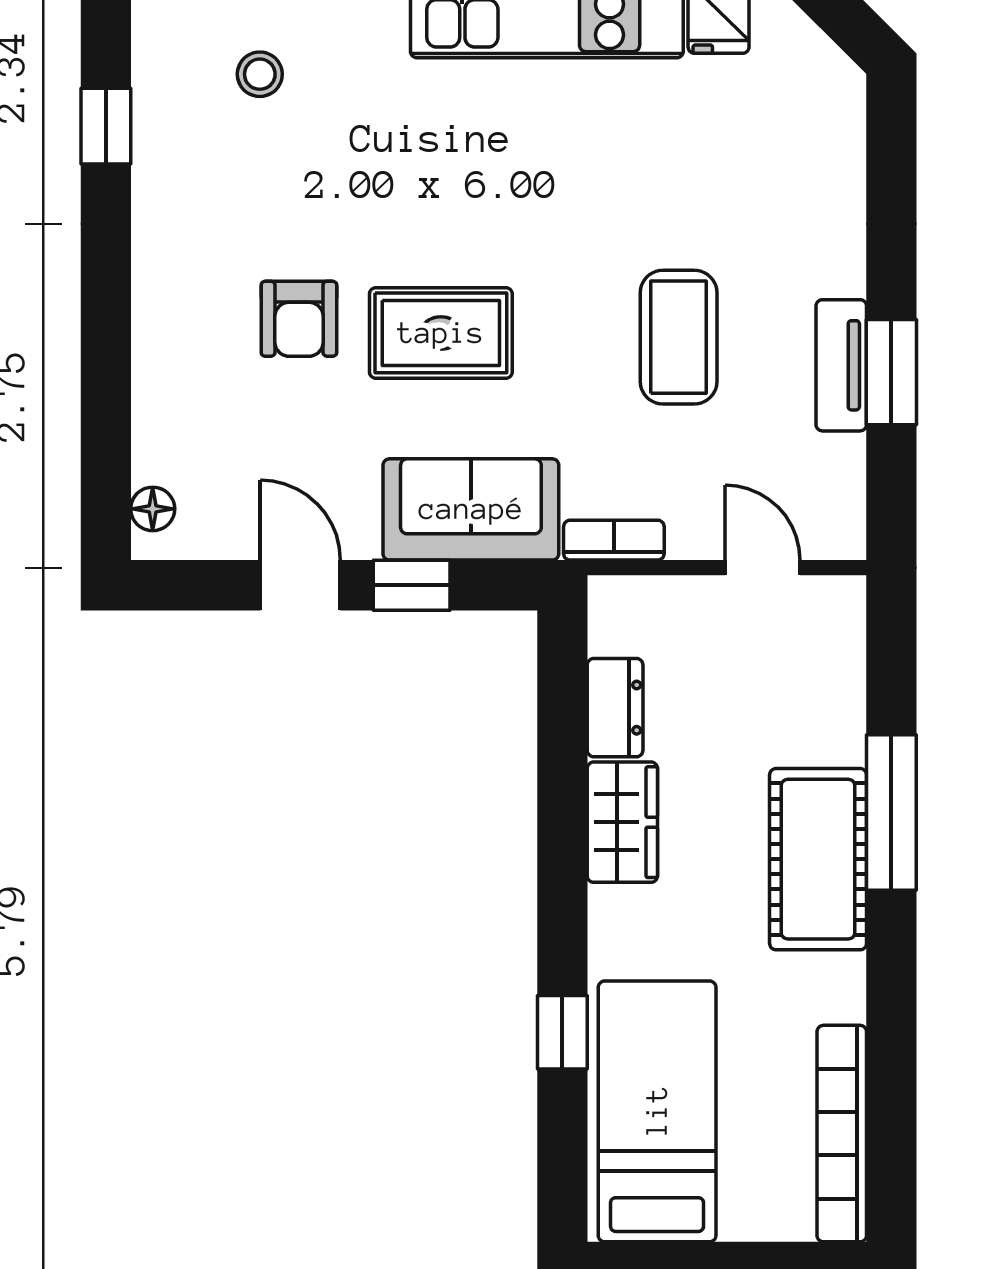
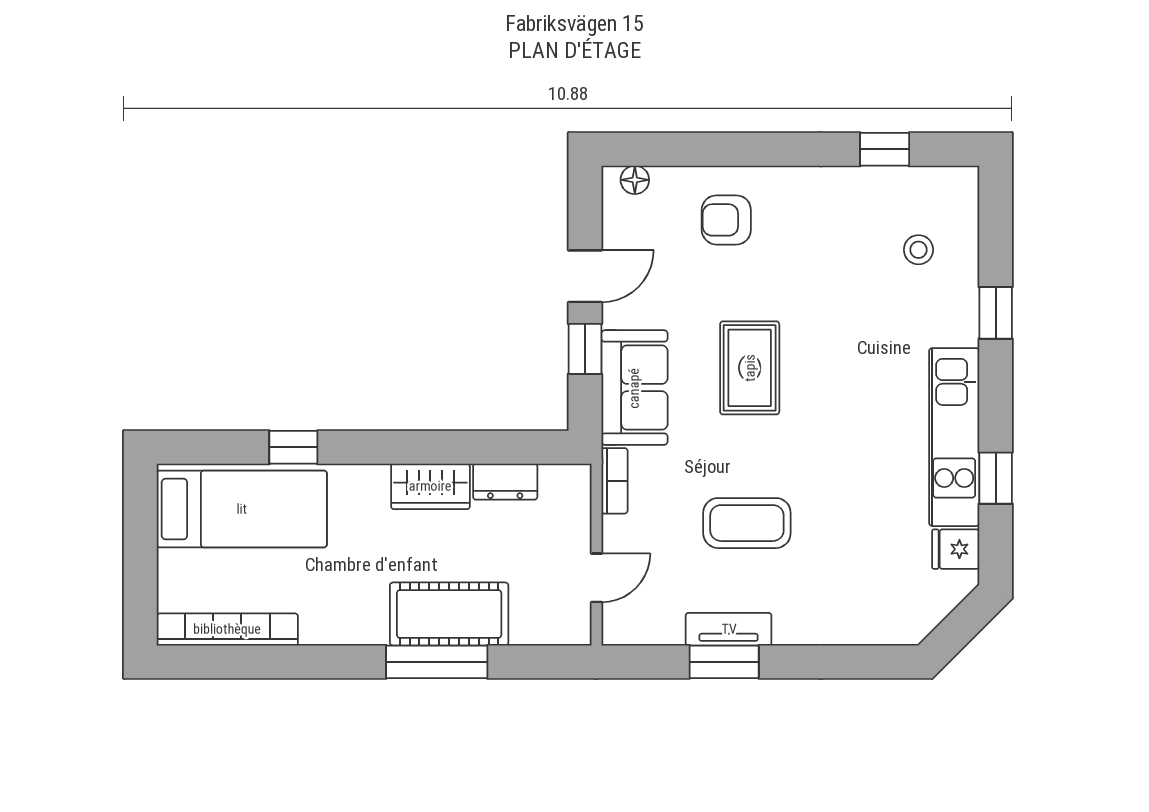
armchair: (299, 319) -> (726, 220), moved
cot: (818, 859) -> (449, 614), moved

